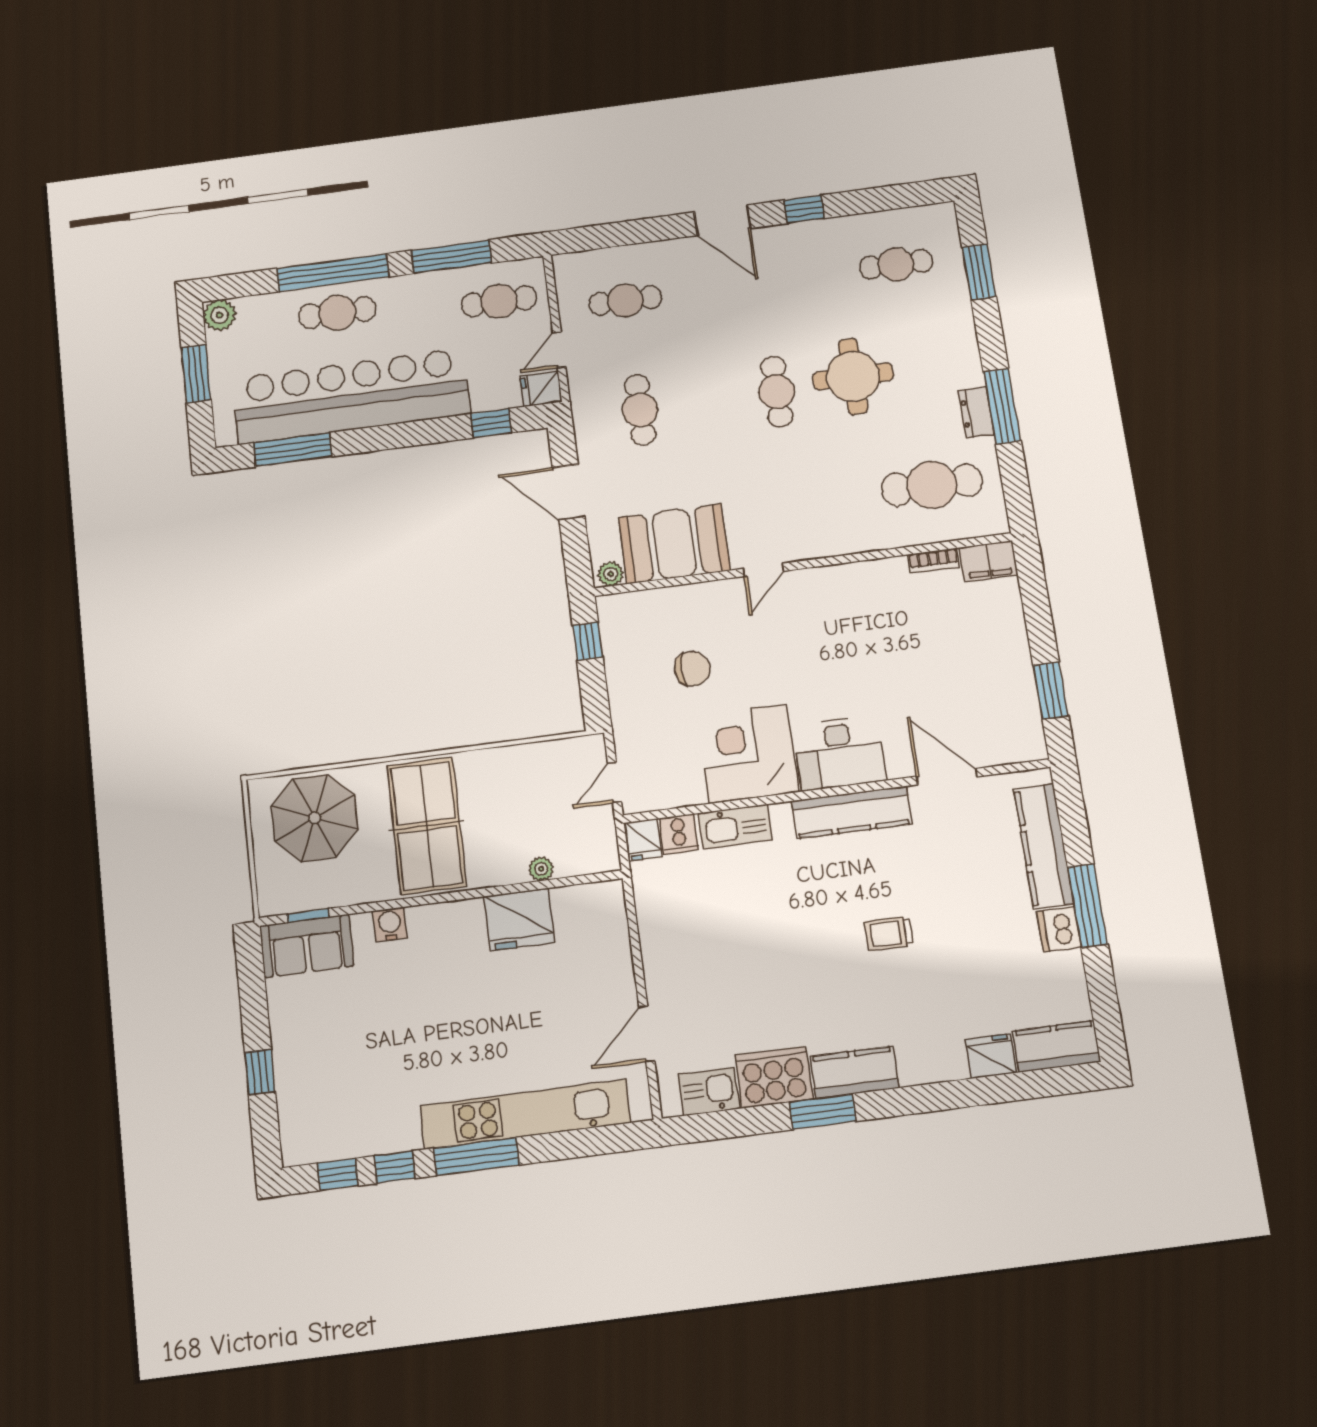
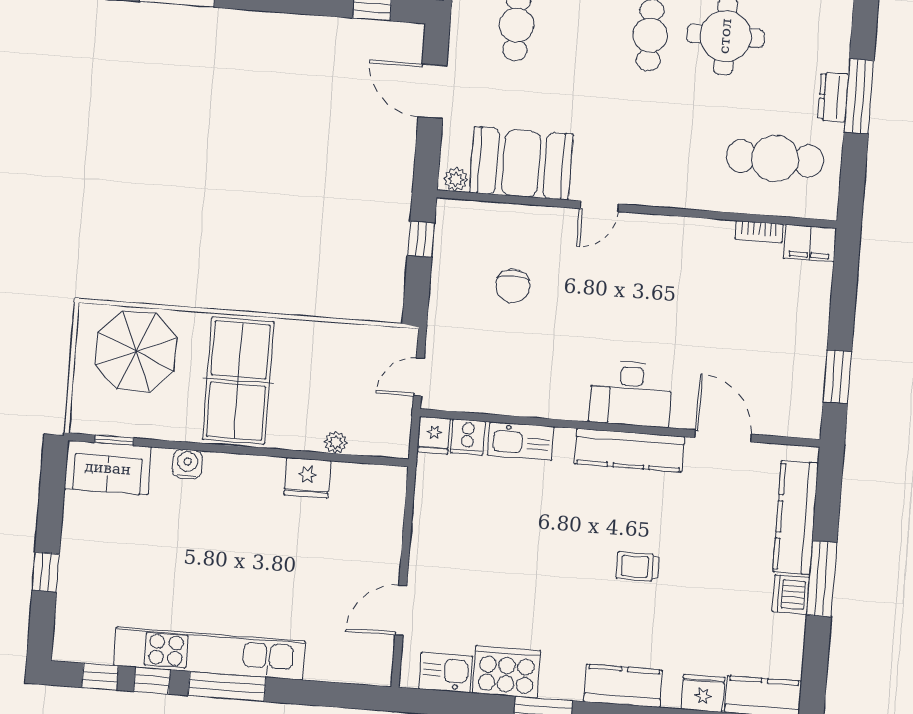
chair: (692, 669) -> (513, 286), turned 90
corner desk: (748, 754) -> (547, 376), removed
fridge: (520, 919) -> (307, 478), width x0.73, depth x0.75
kitchen counter: (854, 1072) -> (623, 686), moved
kitchen unit: (525, 1114) -> (210, 653), moved

